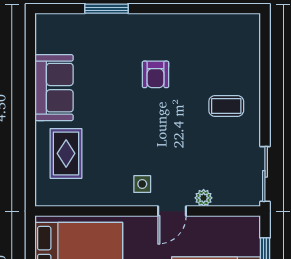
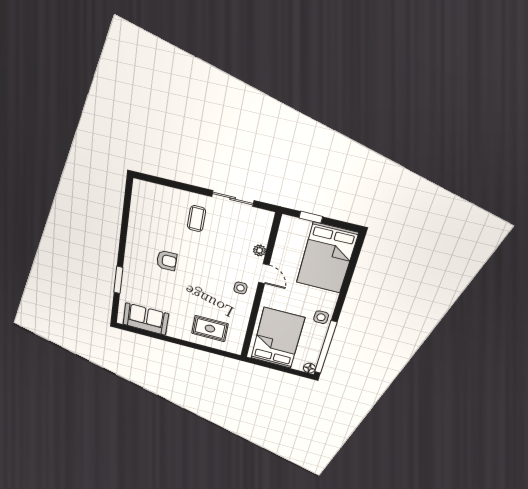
sofa: (54, 88) -> (146, 319), moved
sliding door: (265, 174) -> (233, 198), moved

